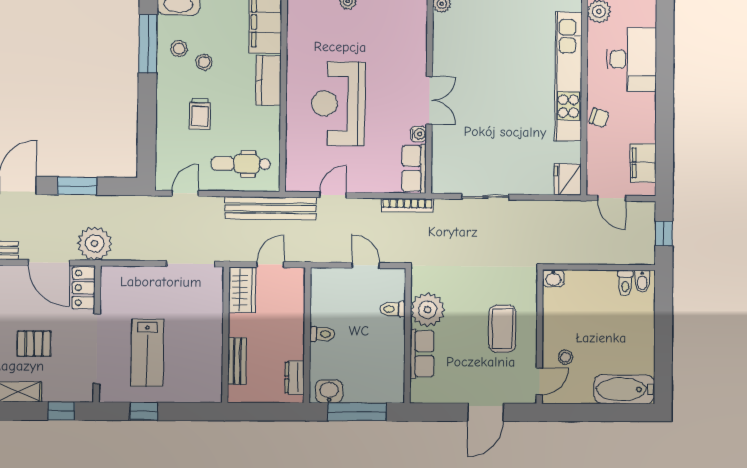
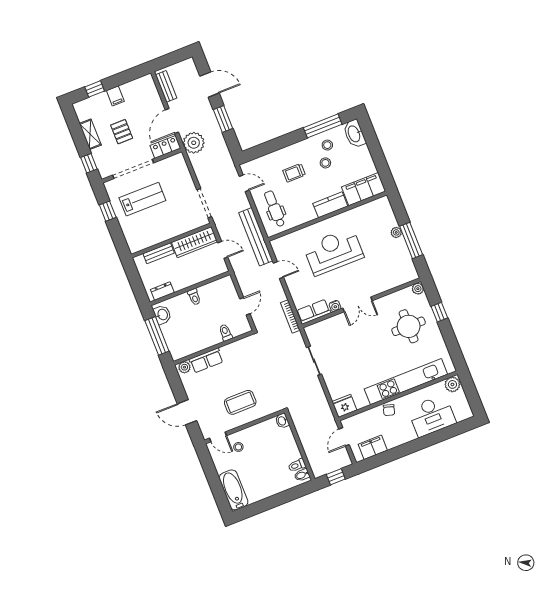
round table: (491, 40) -> (409, 326), added
wardrobe: (242, 290) -> (195, 242), width x1.50
plant: (428, 310) -> (184, 367), moved, width x0.53, depth x0.53
lab bench: (147, 353) -> (142, 199), turned 180

